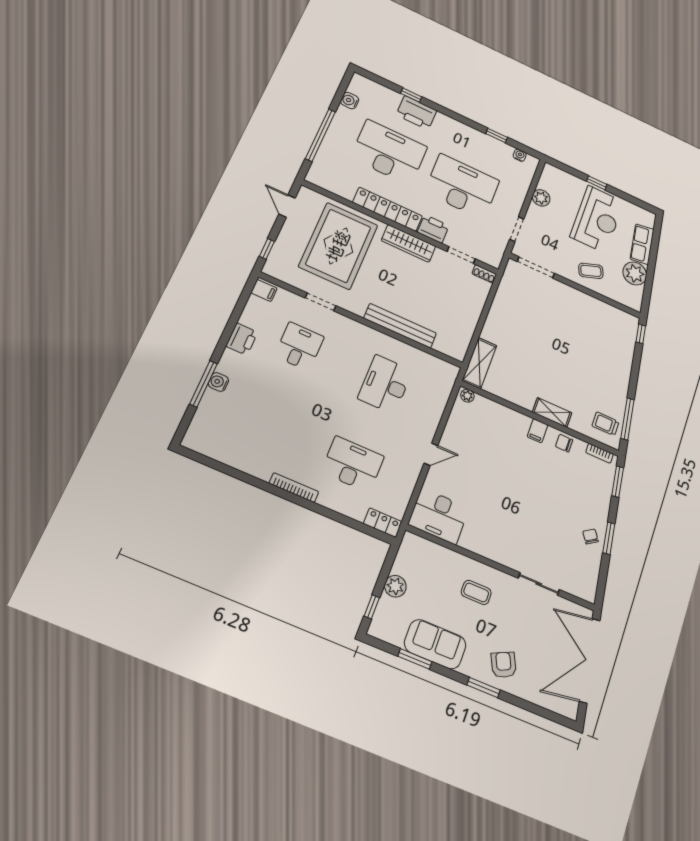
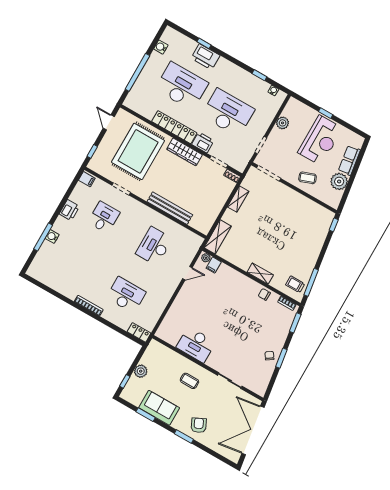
shelving: (499, 306) -> (238, 199), added
filing cabinet: (537, 431) -> (214, 265), moved
door: (431, 454) -> (187, 273), moved
desk: (439, 516) -> (196, 345), moved

